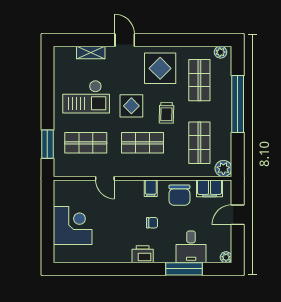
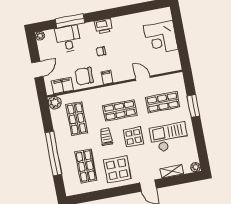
plant: (220, 52) -> (196, 167), moved
window: (47, 144) -> (193, 106), moved
chair: (179, 195) -> (84, 76), turned -90

